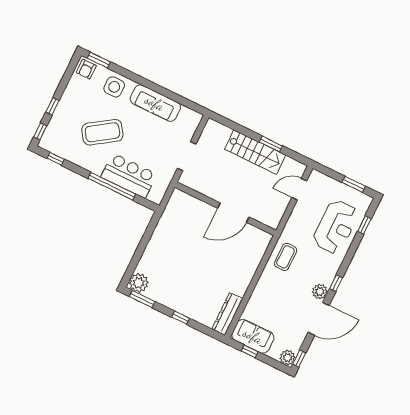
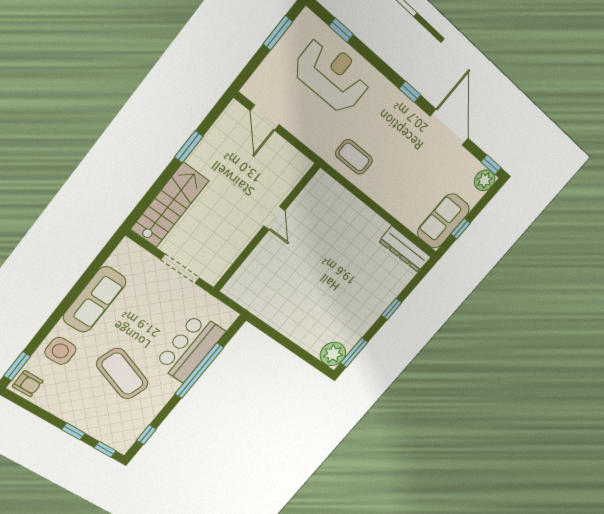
coffee table: (102, 132) -> (122, 374), turned -37
stairs: (255, 152) -> (170, 205), moved
door: (233, 213) -> (274, 218), width x0.53
plant: (320, 292) -> (414, 118), removed

